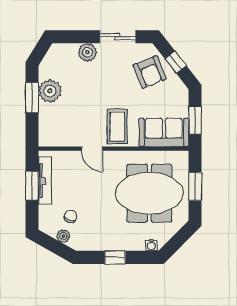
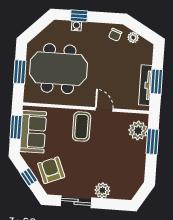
plant: (50, 91) -> (138, 131), moved
window: (32, 98) -> (152, 142), moved
sofa: (164, 132) -> (33, 132), moved, turned -90
chair: (71, 216) -> (115, 35), moved
water cooler: (151, 245) -> (76, 26), moved
window: (115, 257) -> (79, 16), moved

